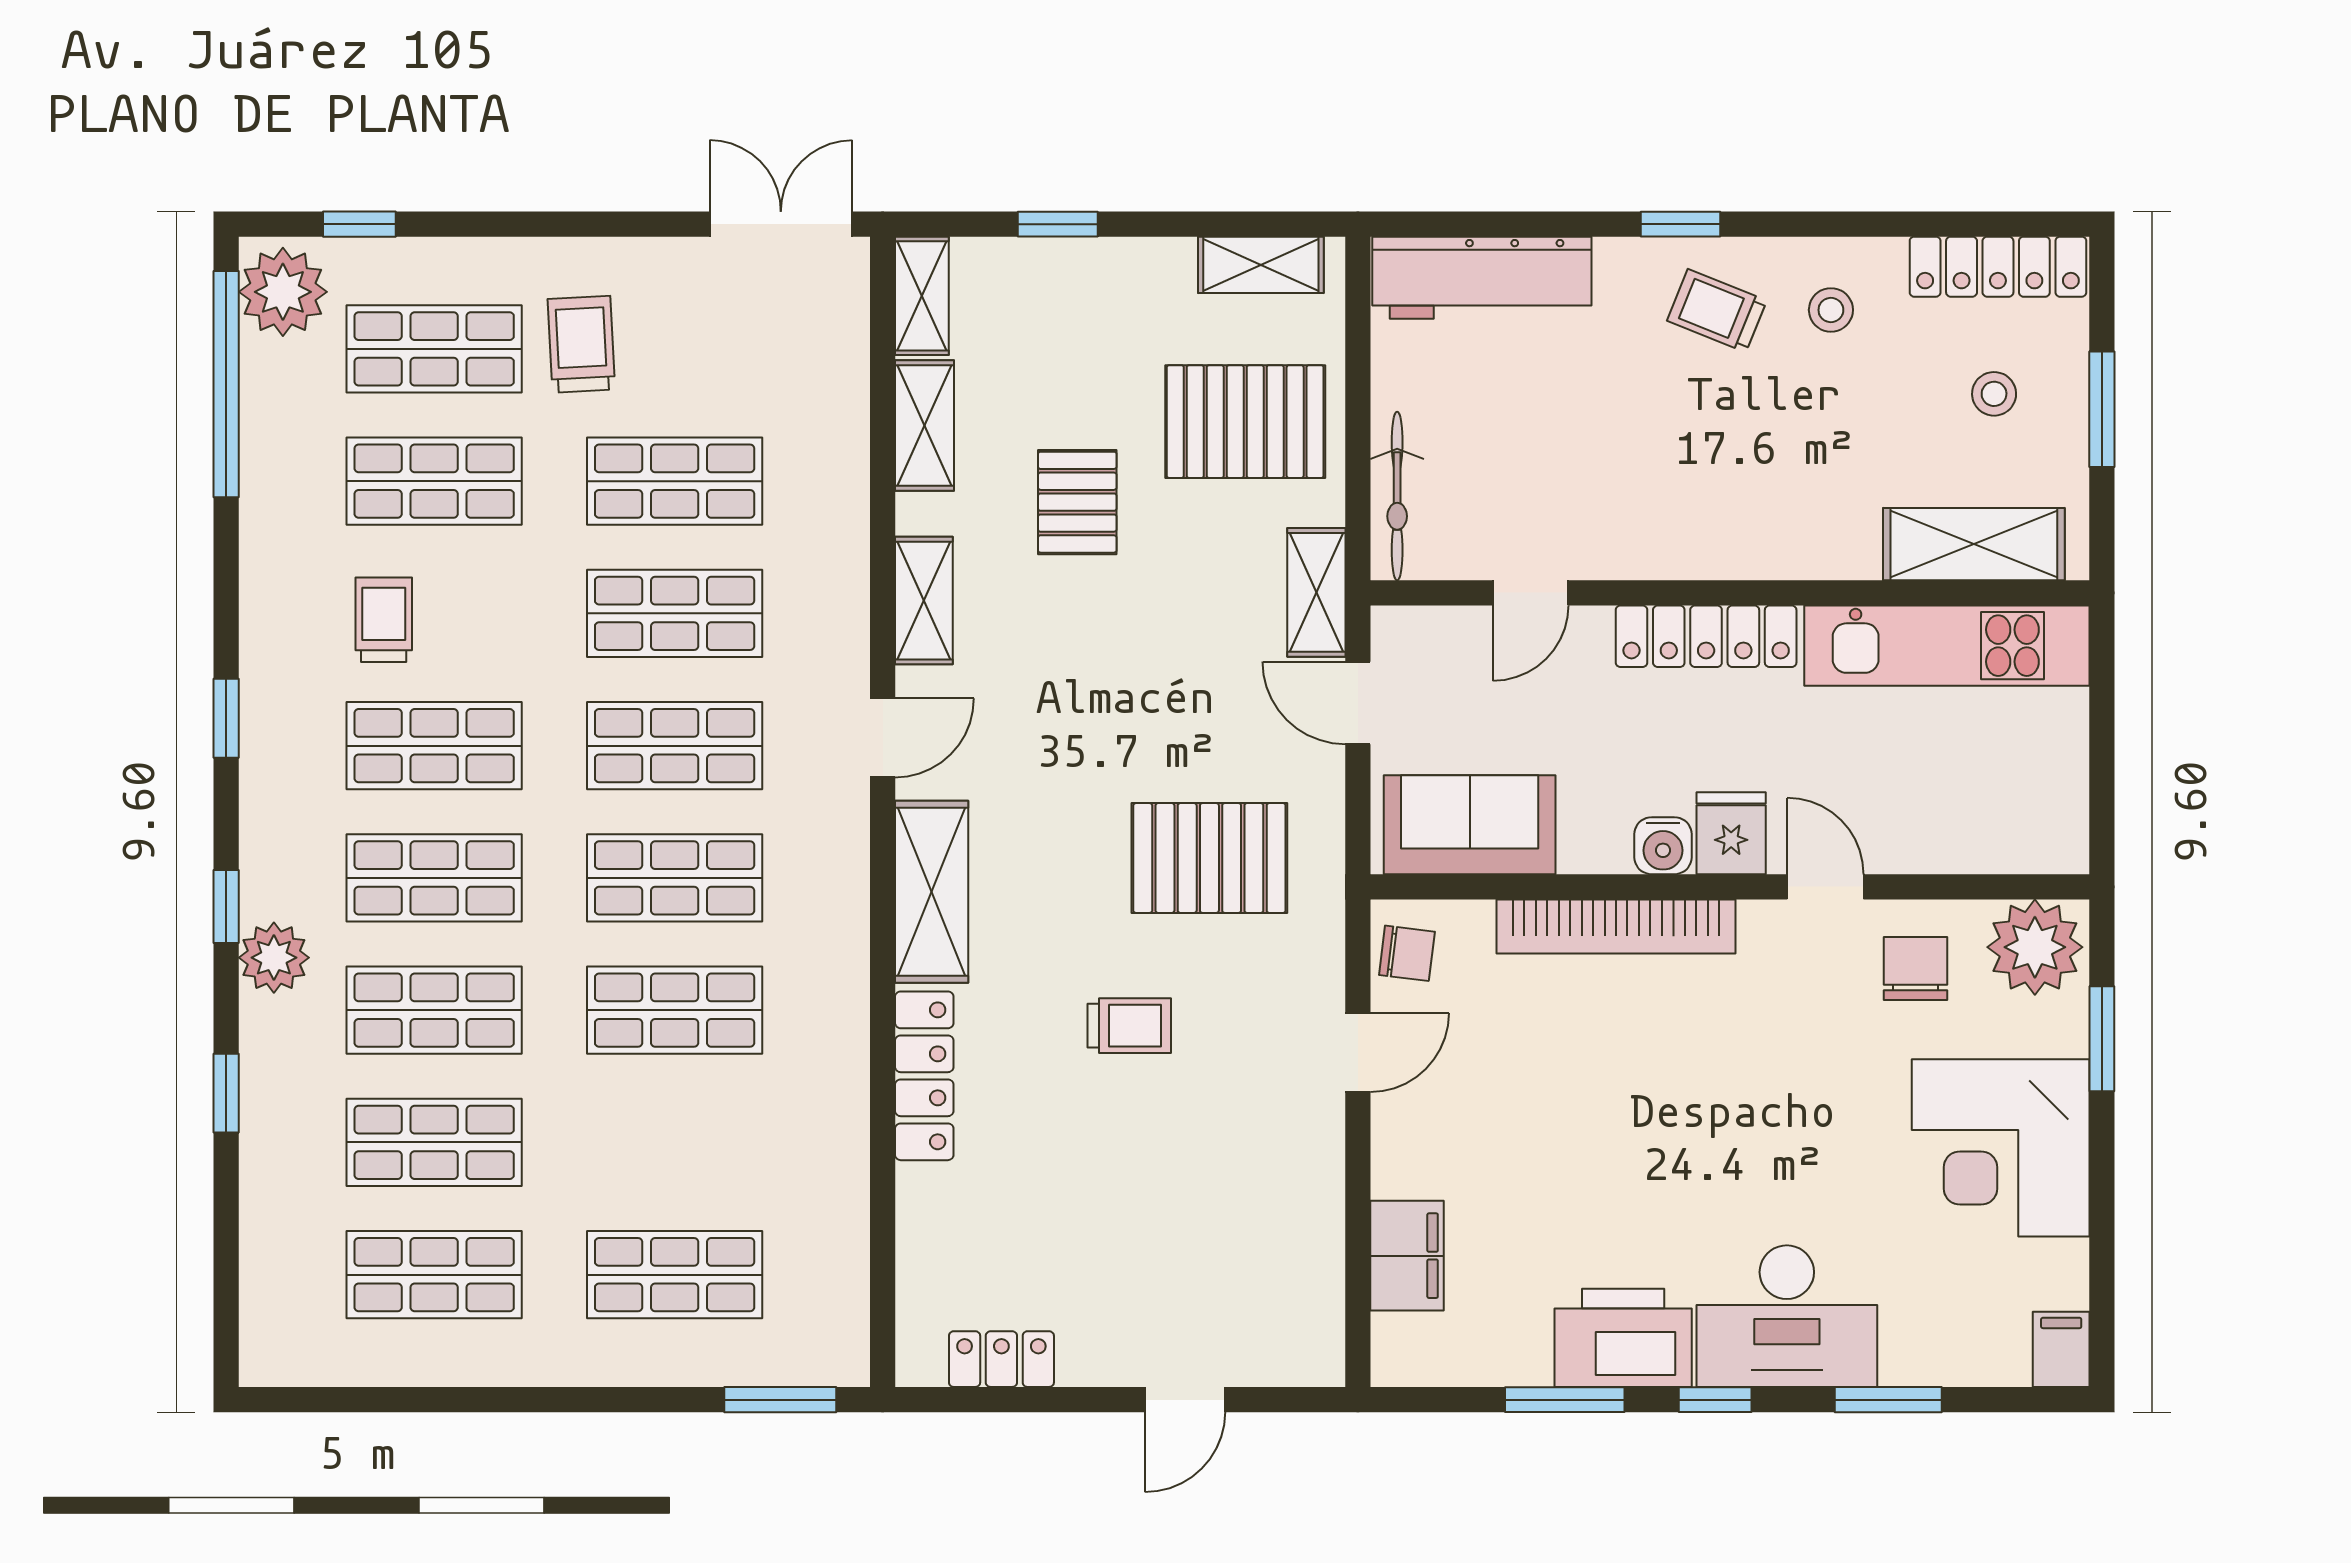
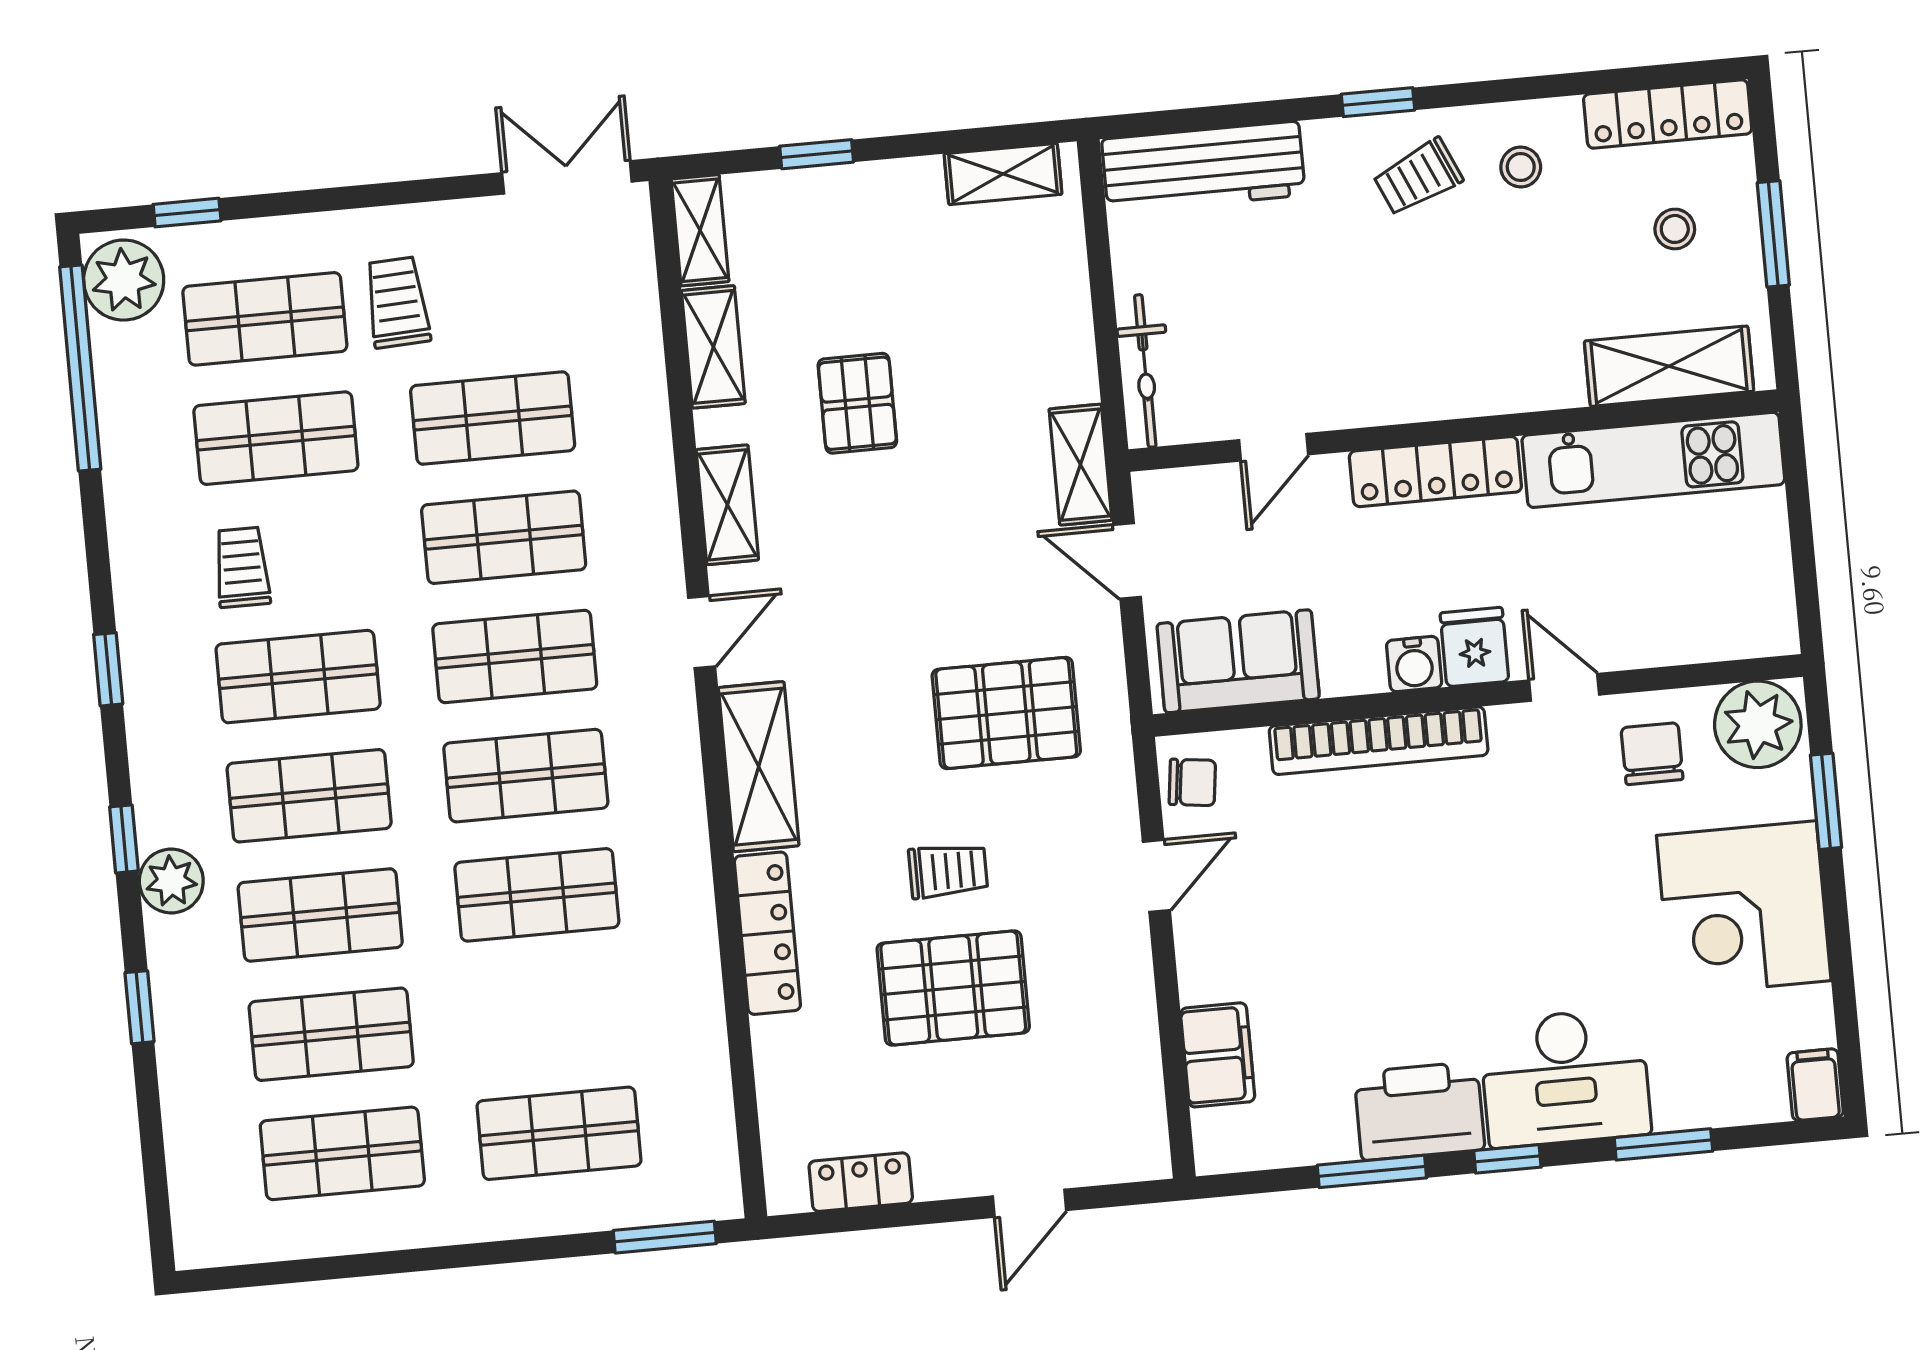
trolley: (1717, 311) -> (1418, 177), turned -46
pallet: (1245, 422) -> (953, 988), moved

